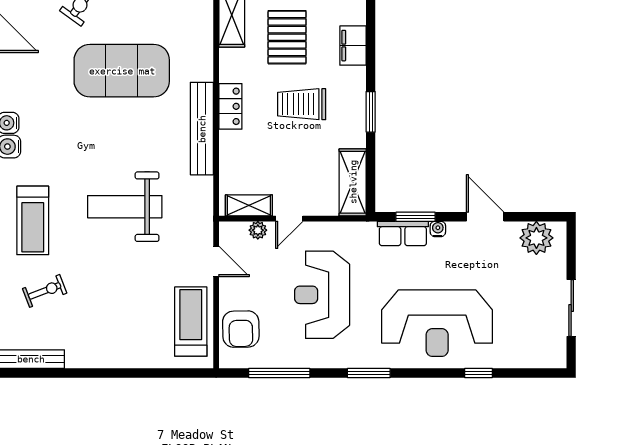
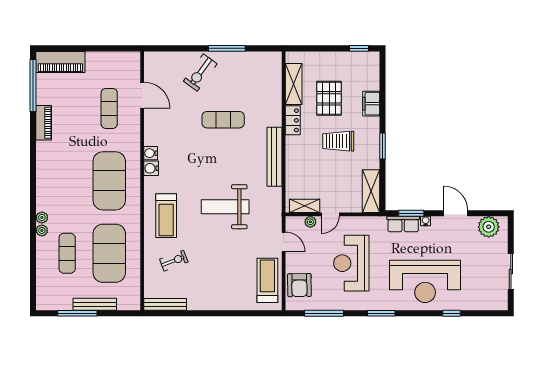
exercise mat: (122, 71) -> (223, 120), width x0.50, depth x0.69
locker: (230, 106) -> (293, 120), moved

